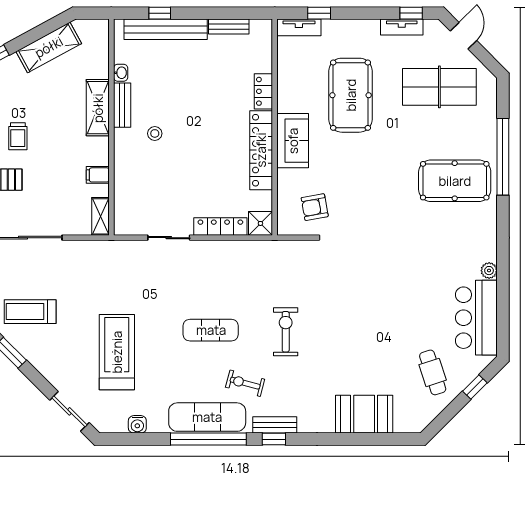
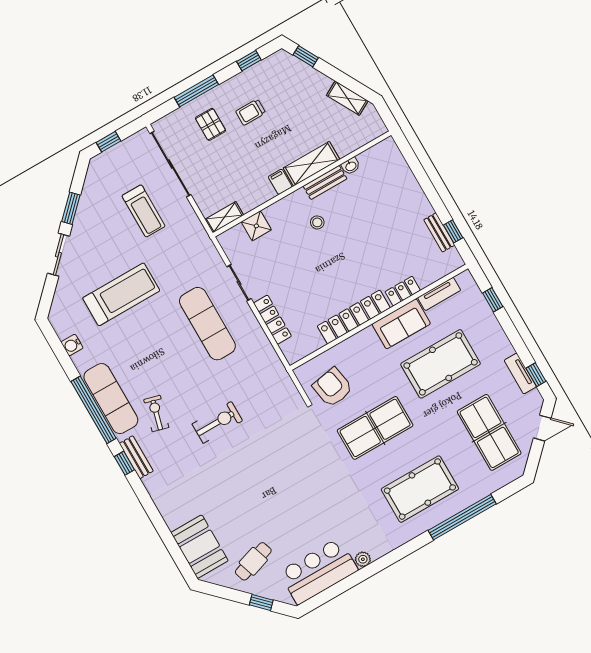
window: (160, 13) -> (453, 231), moved
tv unit: (299, 27) -> (439, 294), moved, turned -90
bench: (166, 29) -> (407, 182), removed
shelving: (49, 47) -> (347, 98), width x0.67, depth x0.75
sofa: (293, 141) -> (401, 324), moved
filing cabinet: (98, 175) -> (280, 182), moved
pool table: (455, 181) -> (420, 489), turned 90
table tennis table: (375, 189) -> (375, 428), added
armchair: (315, 207) -> (333, 387), width x1.38, depth x1.38
shower: (260, 223) -> (256, 226), moved
treadmill: (30, 312) -> (144, 211), moved, turned 180
exercise mat: (211, 330) -> (207, 324), moved, width x1.36, depth x1.45
sliding door: (69, 411) -> (58, 255), moved
booth: (364, 414) -> (200, 547), moved

